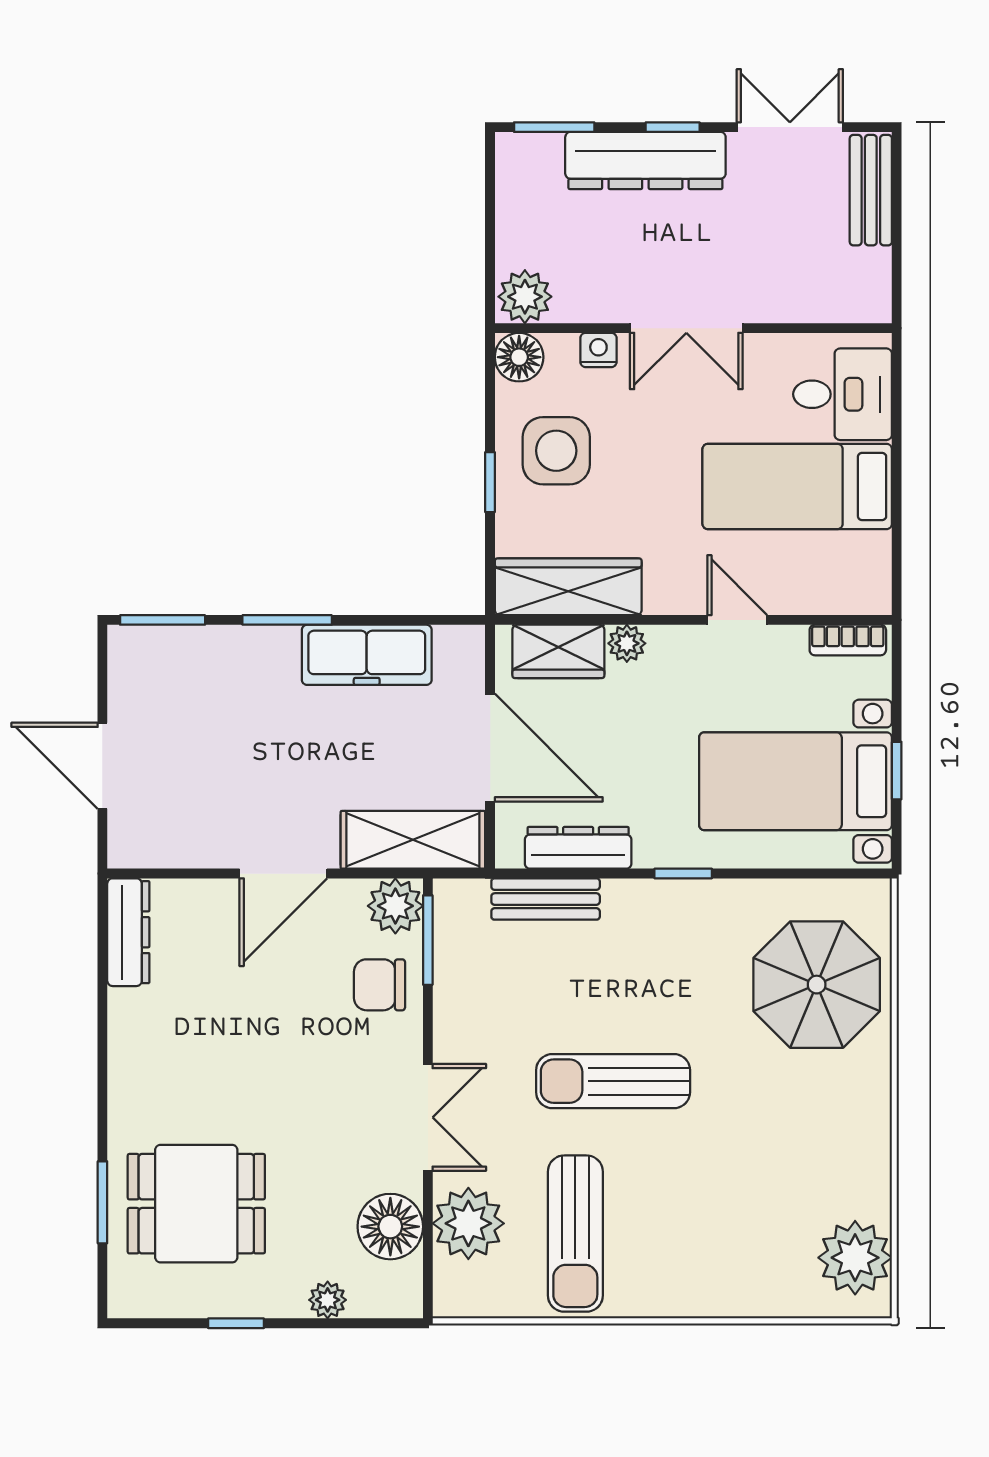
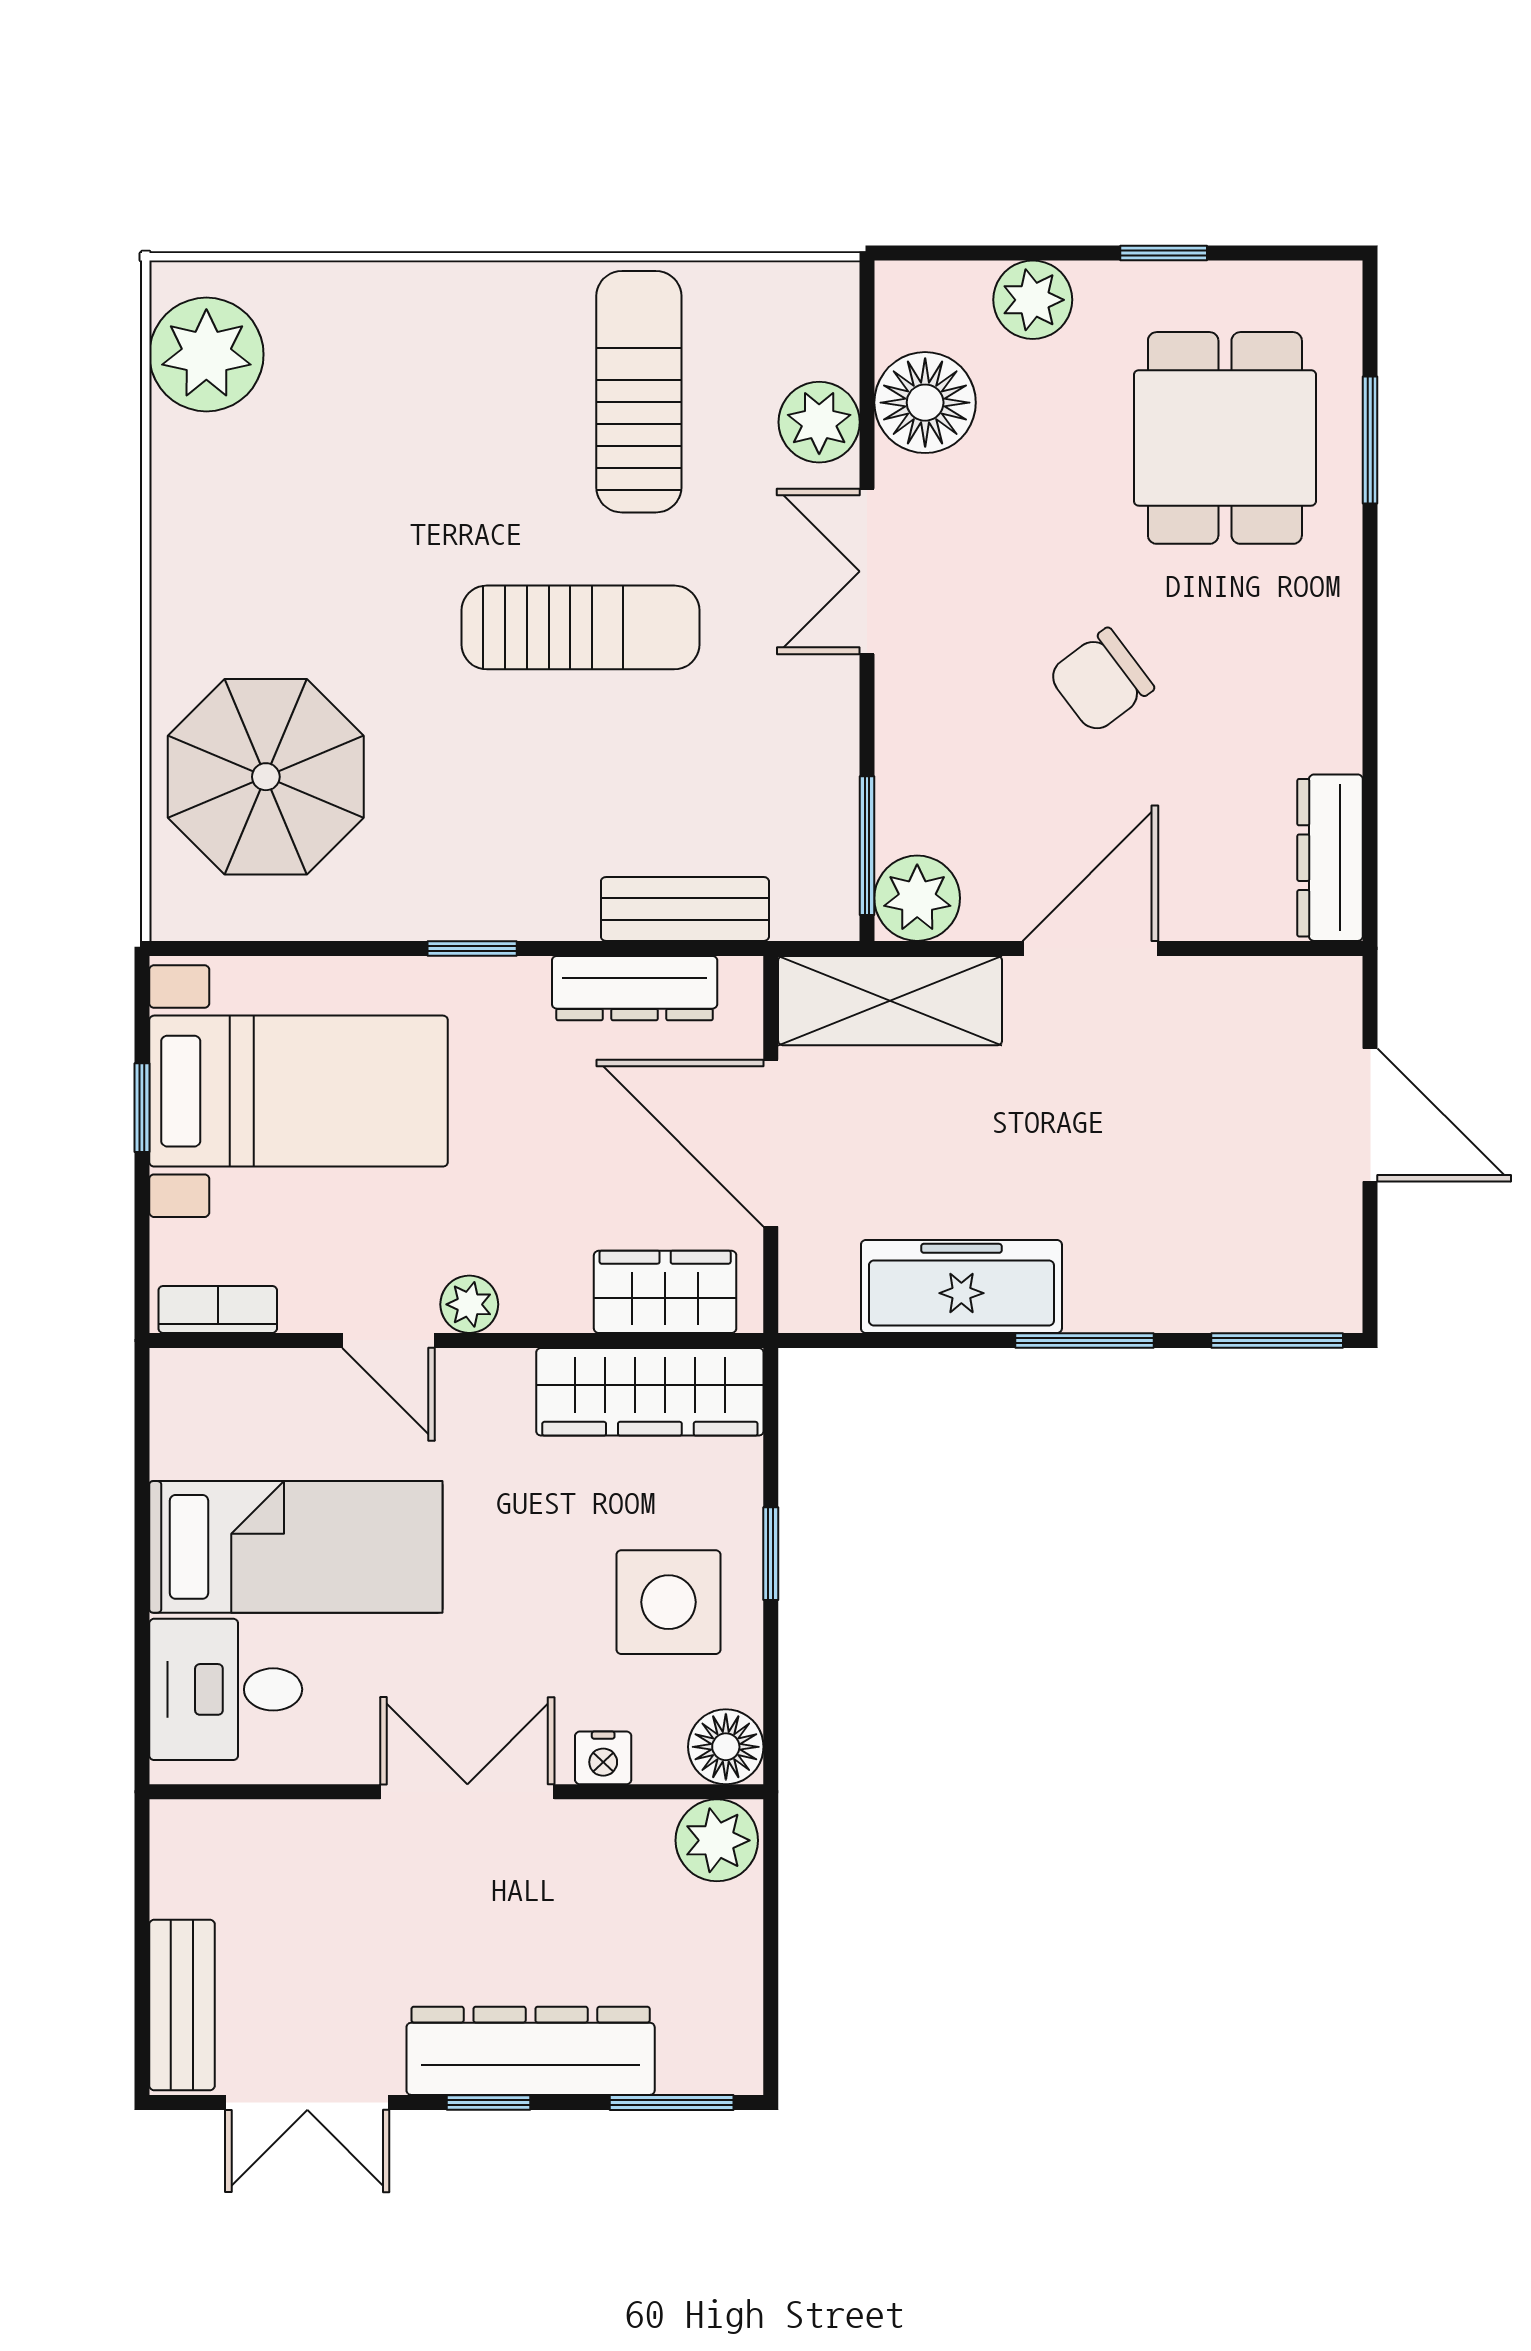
plant: (627, 643) -> (469, 1304), moved
chair: (380, 985) -> (1101, 681), moved, turned 143
dining table: (196, 1204) -> (1225, 438), turned 90
plant: (468, 1223) -> (819, 422), width x0.73, depth x0.73
plant: (328, 1300) -> (1033, 300), width x1.38, depth x1.38

